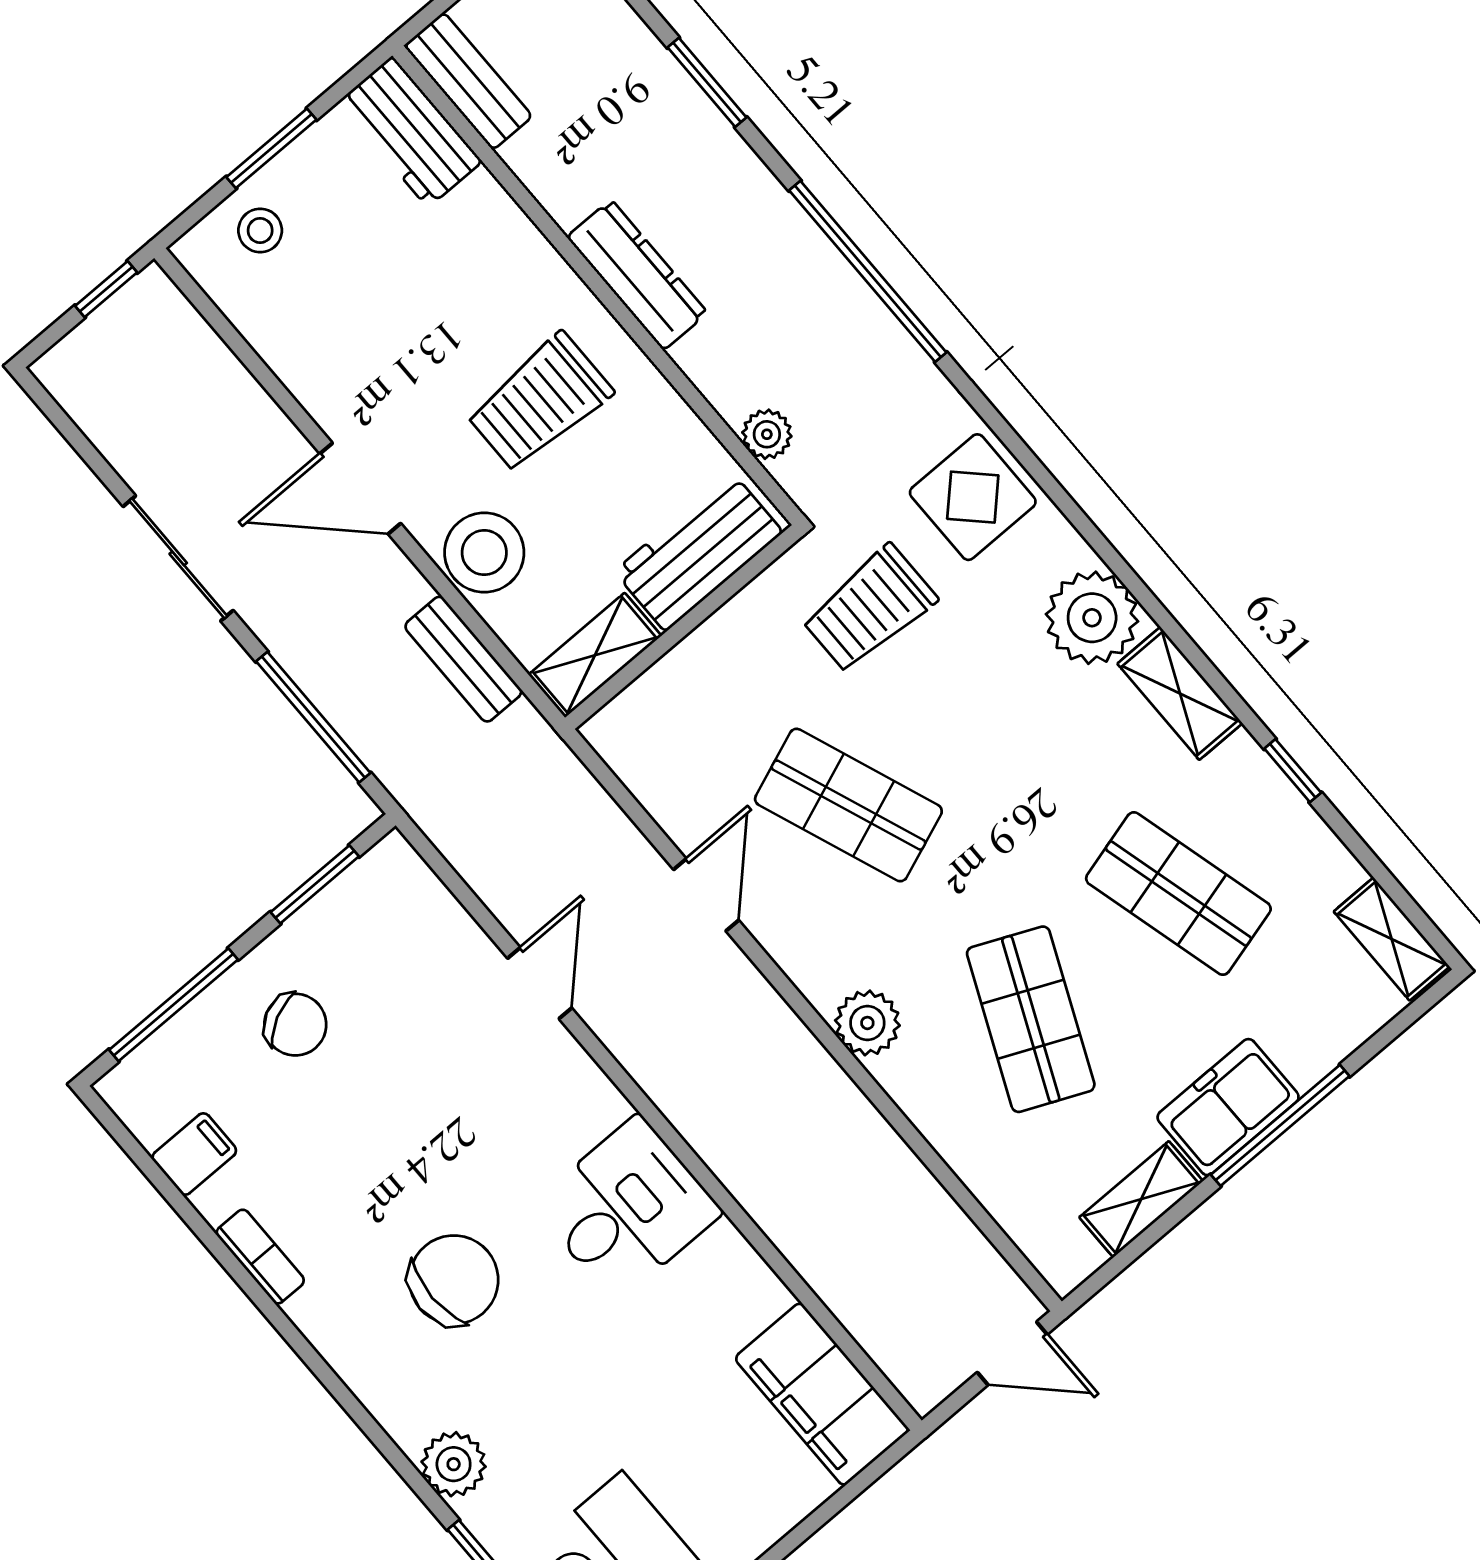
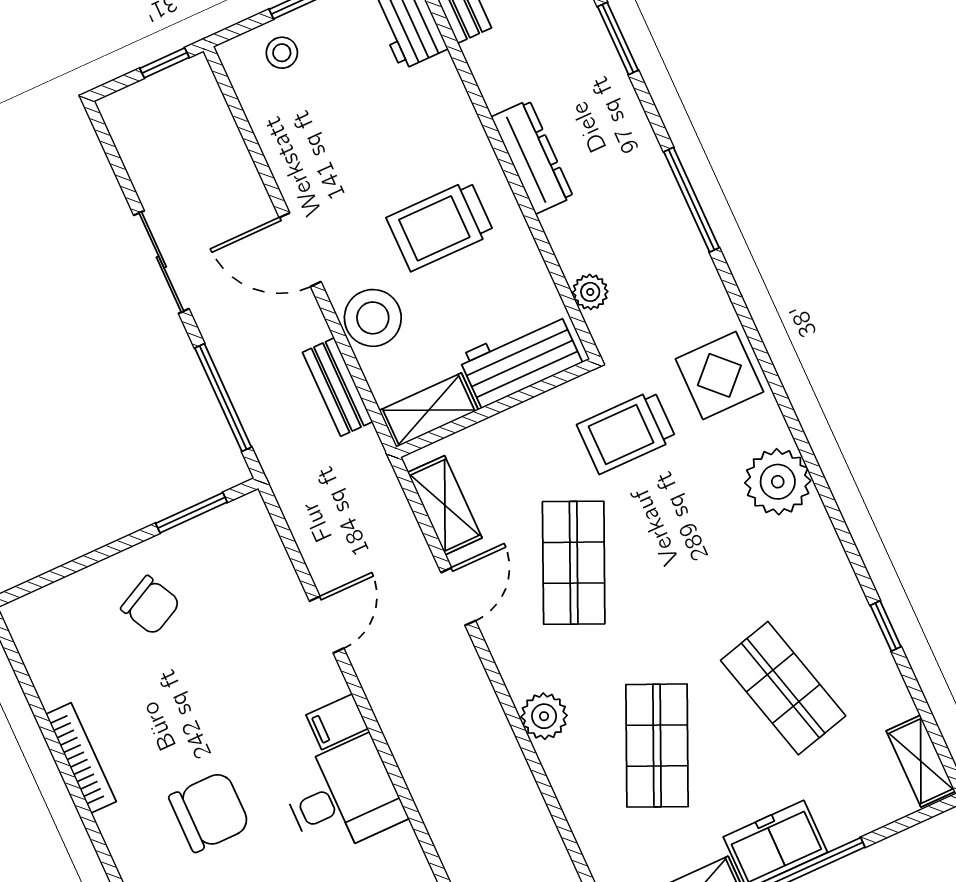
window: (868, 271) -> (691, 200), width x0.68
shelving: (1180, 693) -> (445, 505), moved
shop shelf: (848, 805) -> (574, 563), turned 45
window: (173, 1005) -> (71, 568), removed
filing cabinet: (194, 1154) -> (337, 722), moved, turned 180
bookcase: (260, 1257) -> (81, 758), width x1.56

